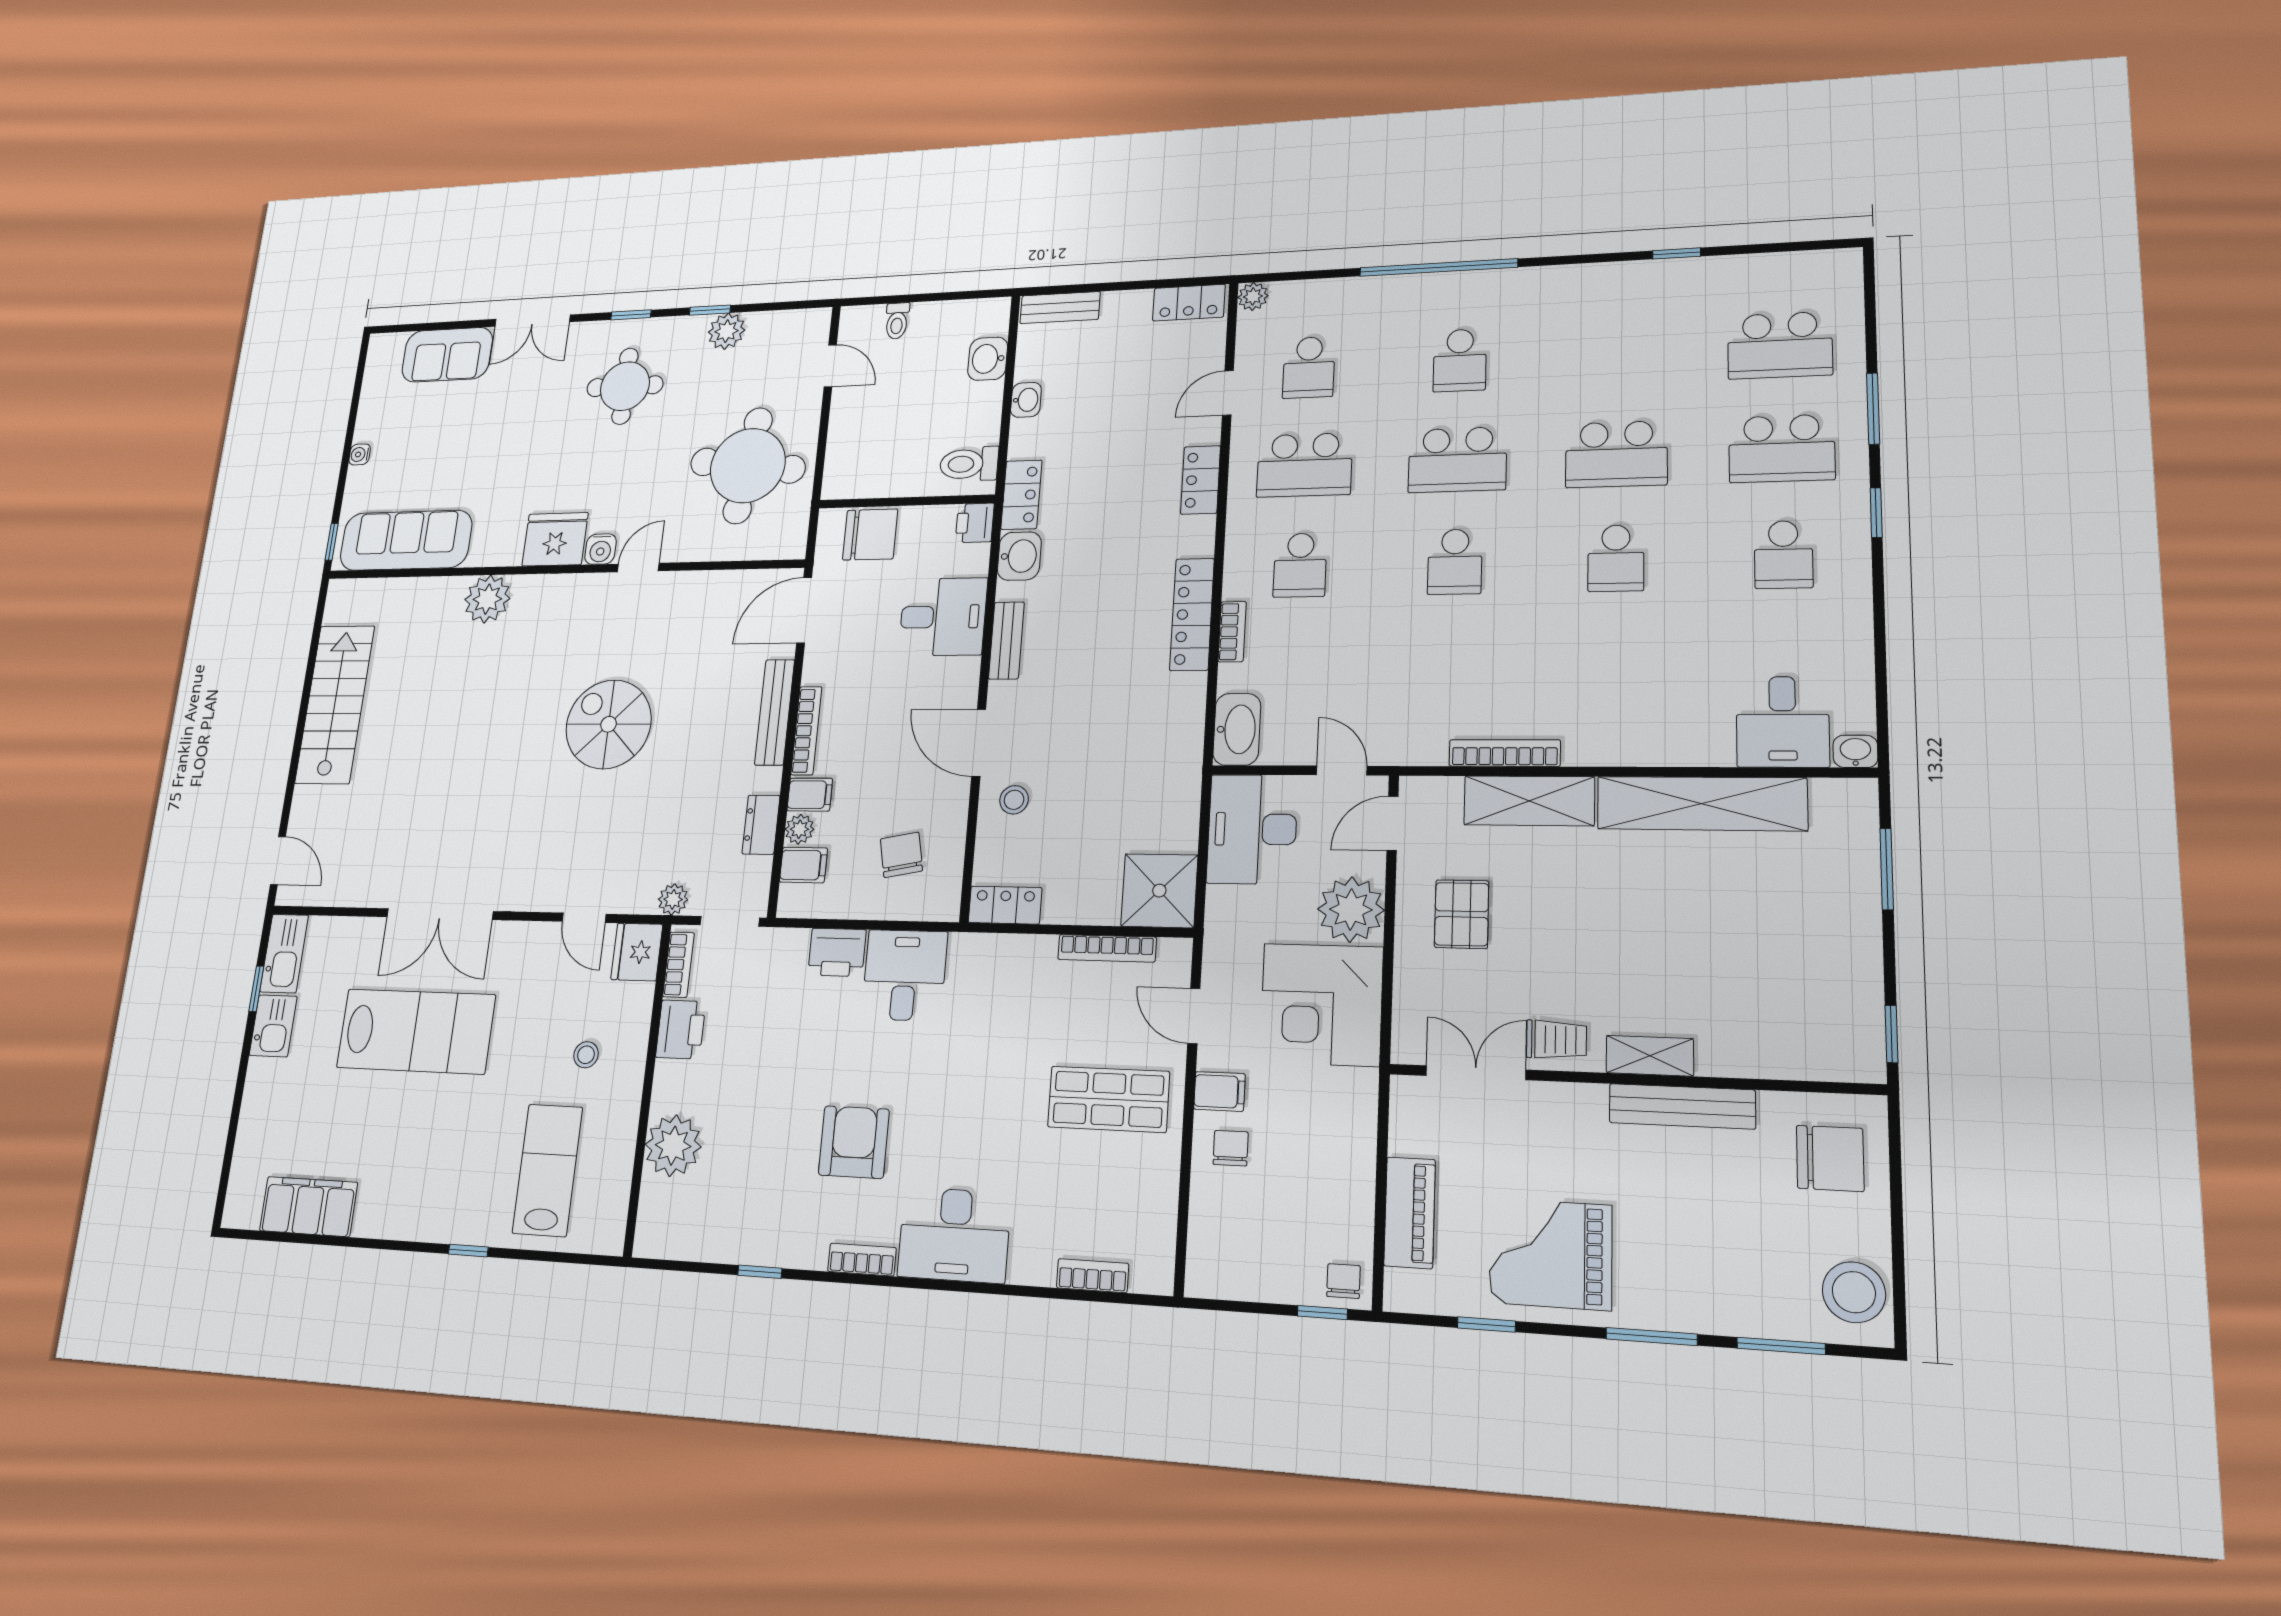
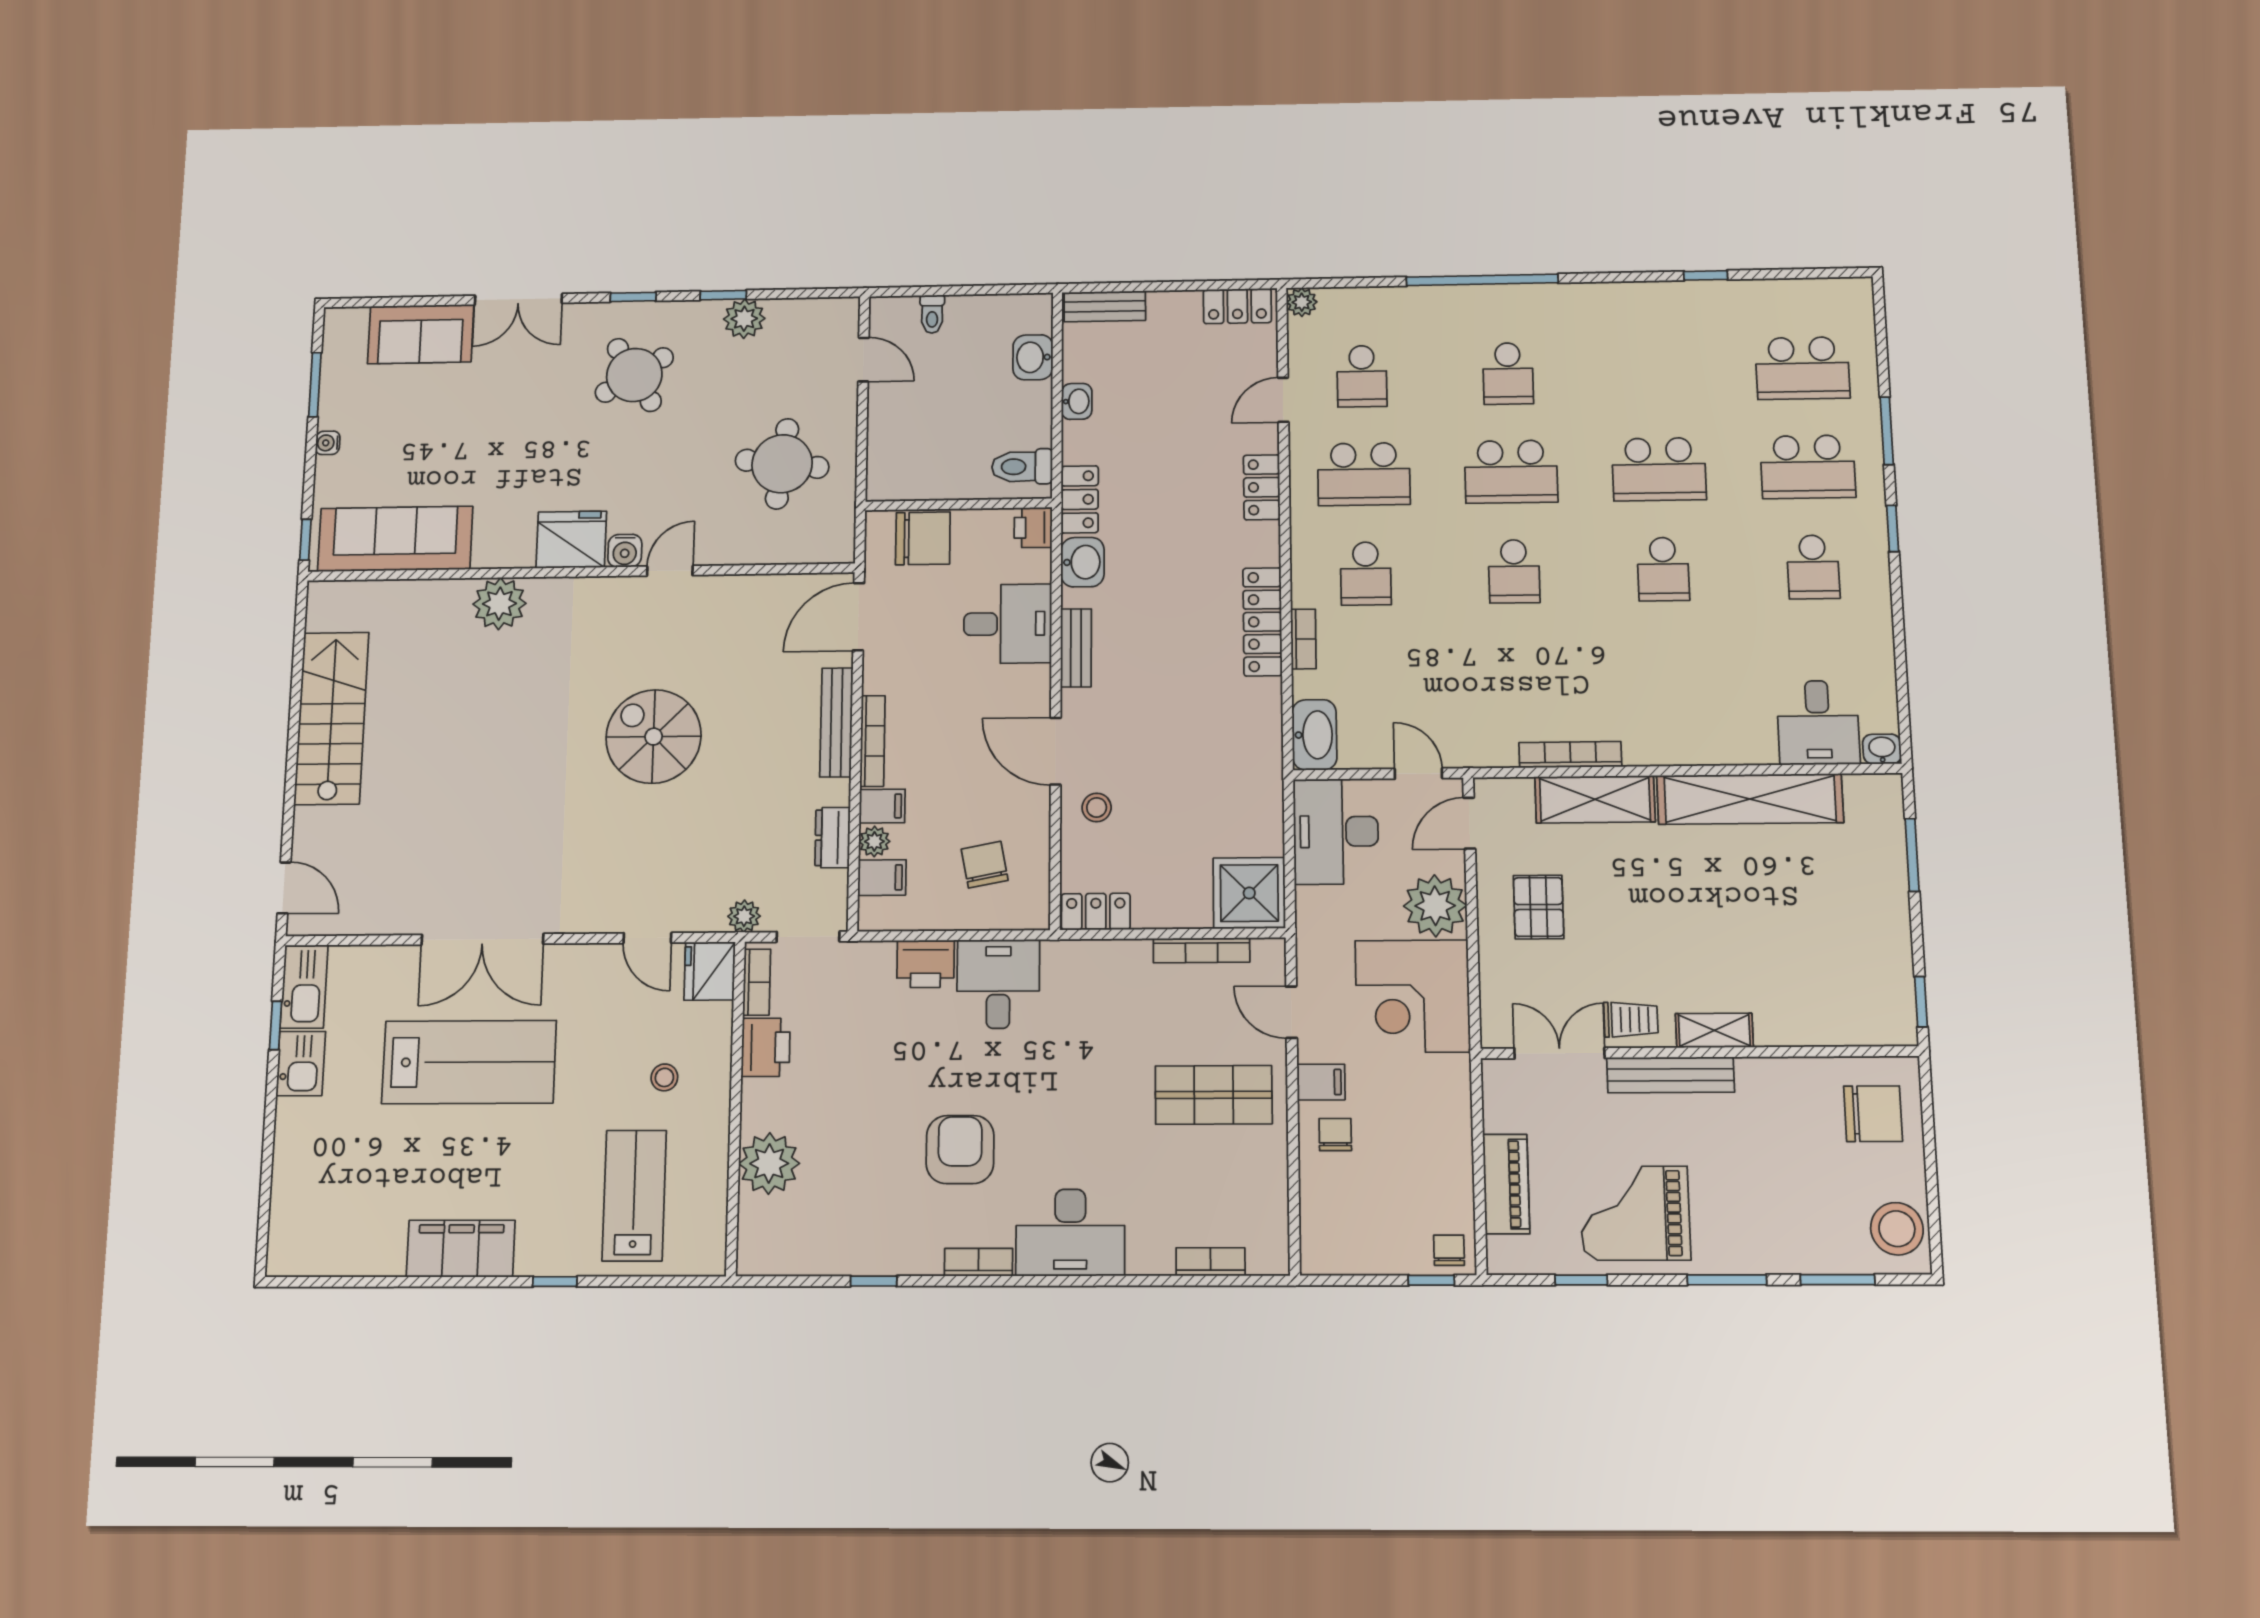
round table: (625, 386) -> (634, 375), turned -32
window: (355, 403) -> (315, 385), added
round table: (748, 466) -> (782, 464), width x0.73, depth x0.73
bench: (1682, 1106) -> (1670, 1075), moved
filing cabinet: (308, 1207) -> (461, 1249), moved

